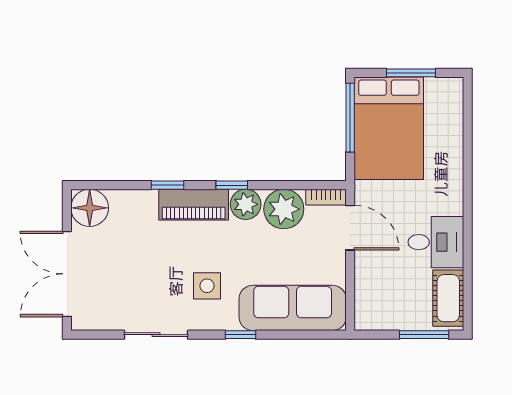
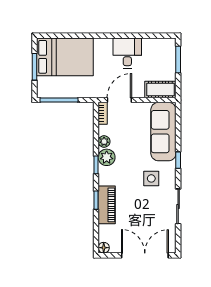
bed: (389, 128) -> (65, 57), moved
piano: (194, 205) -> (107, 205), moved
floor lamp: (90, 208) -> (104, 248), width x0.53, depth x0.53
plant: (284, 209) -> (104, 142), width x0.53, depth x0.53
double door: (67, 274) -> (145, 255), swing flipped
cot: (448, 298) -> (160, 89), moved

